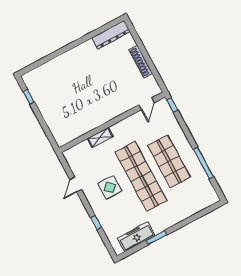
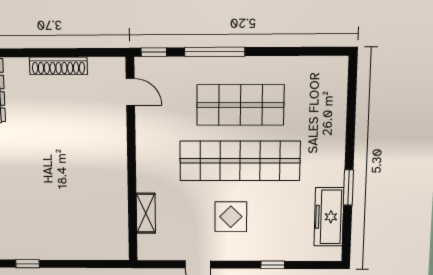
shelving: (100, 137) -> (146, 213), moved
window: (203, 163) -> (215, 52), moved

